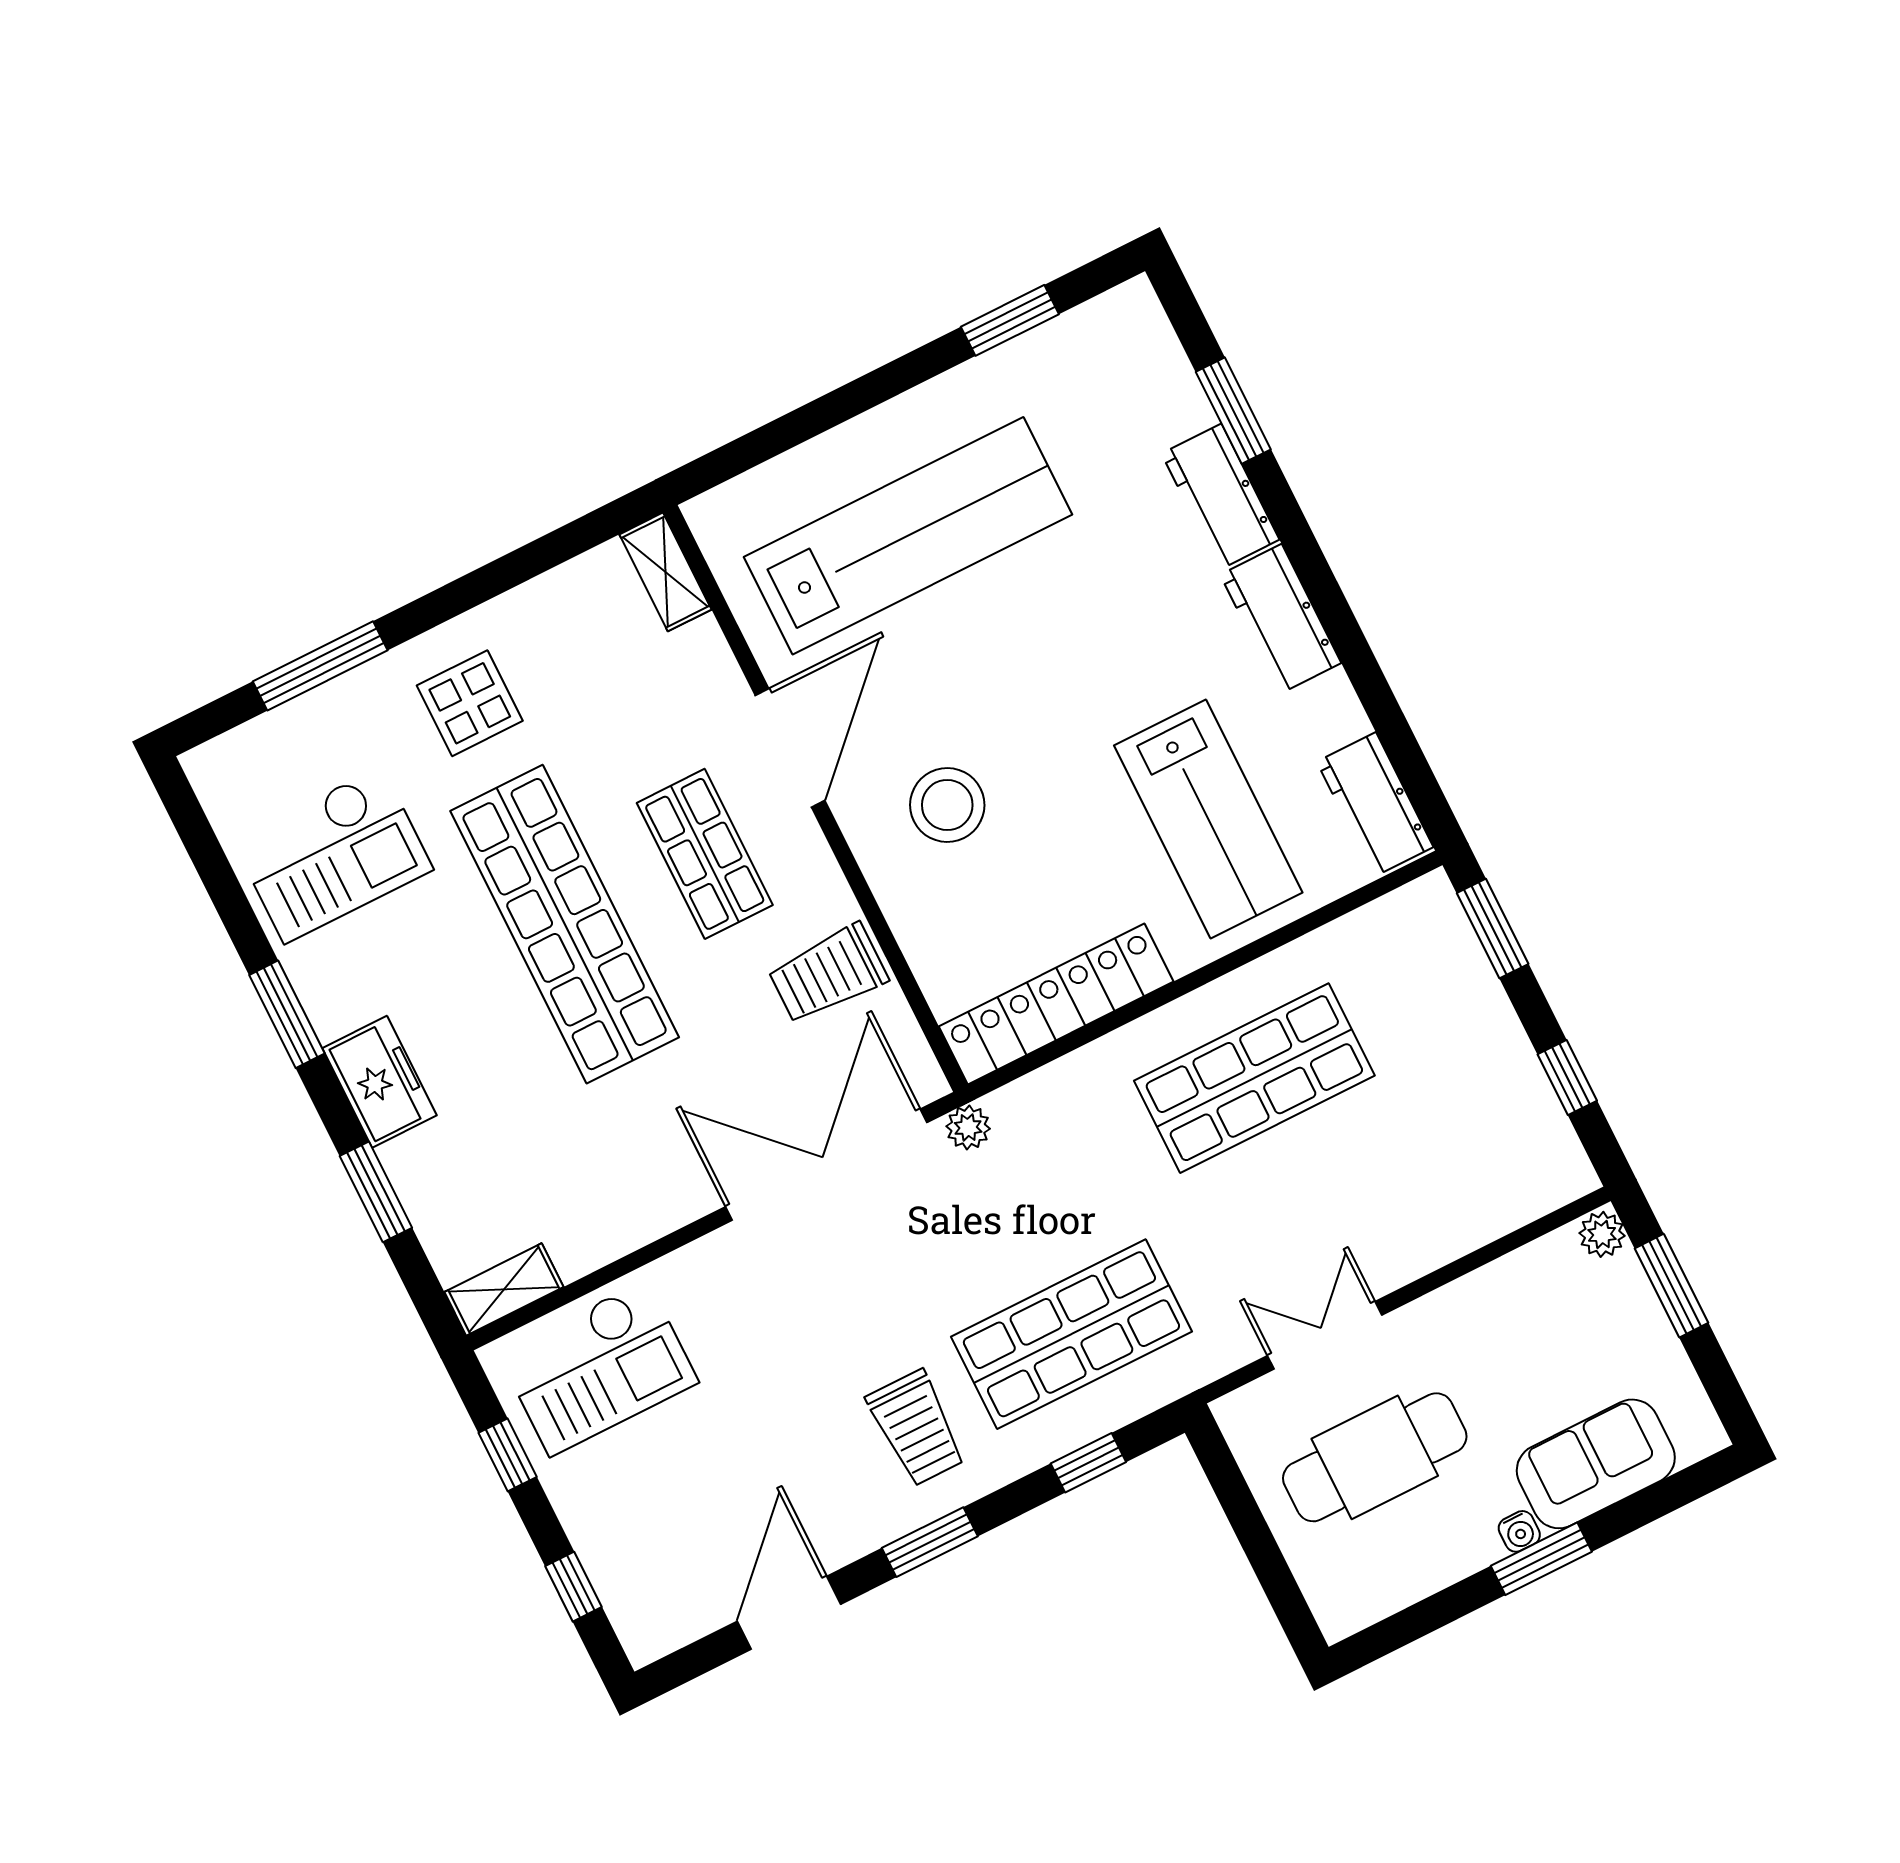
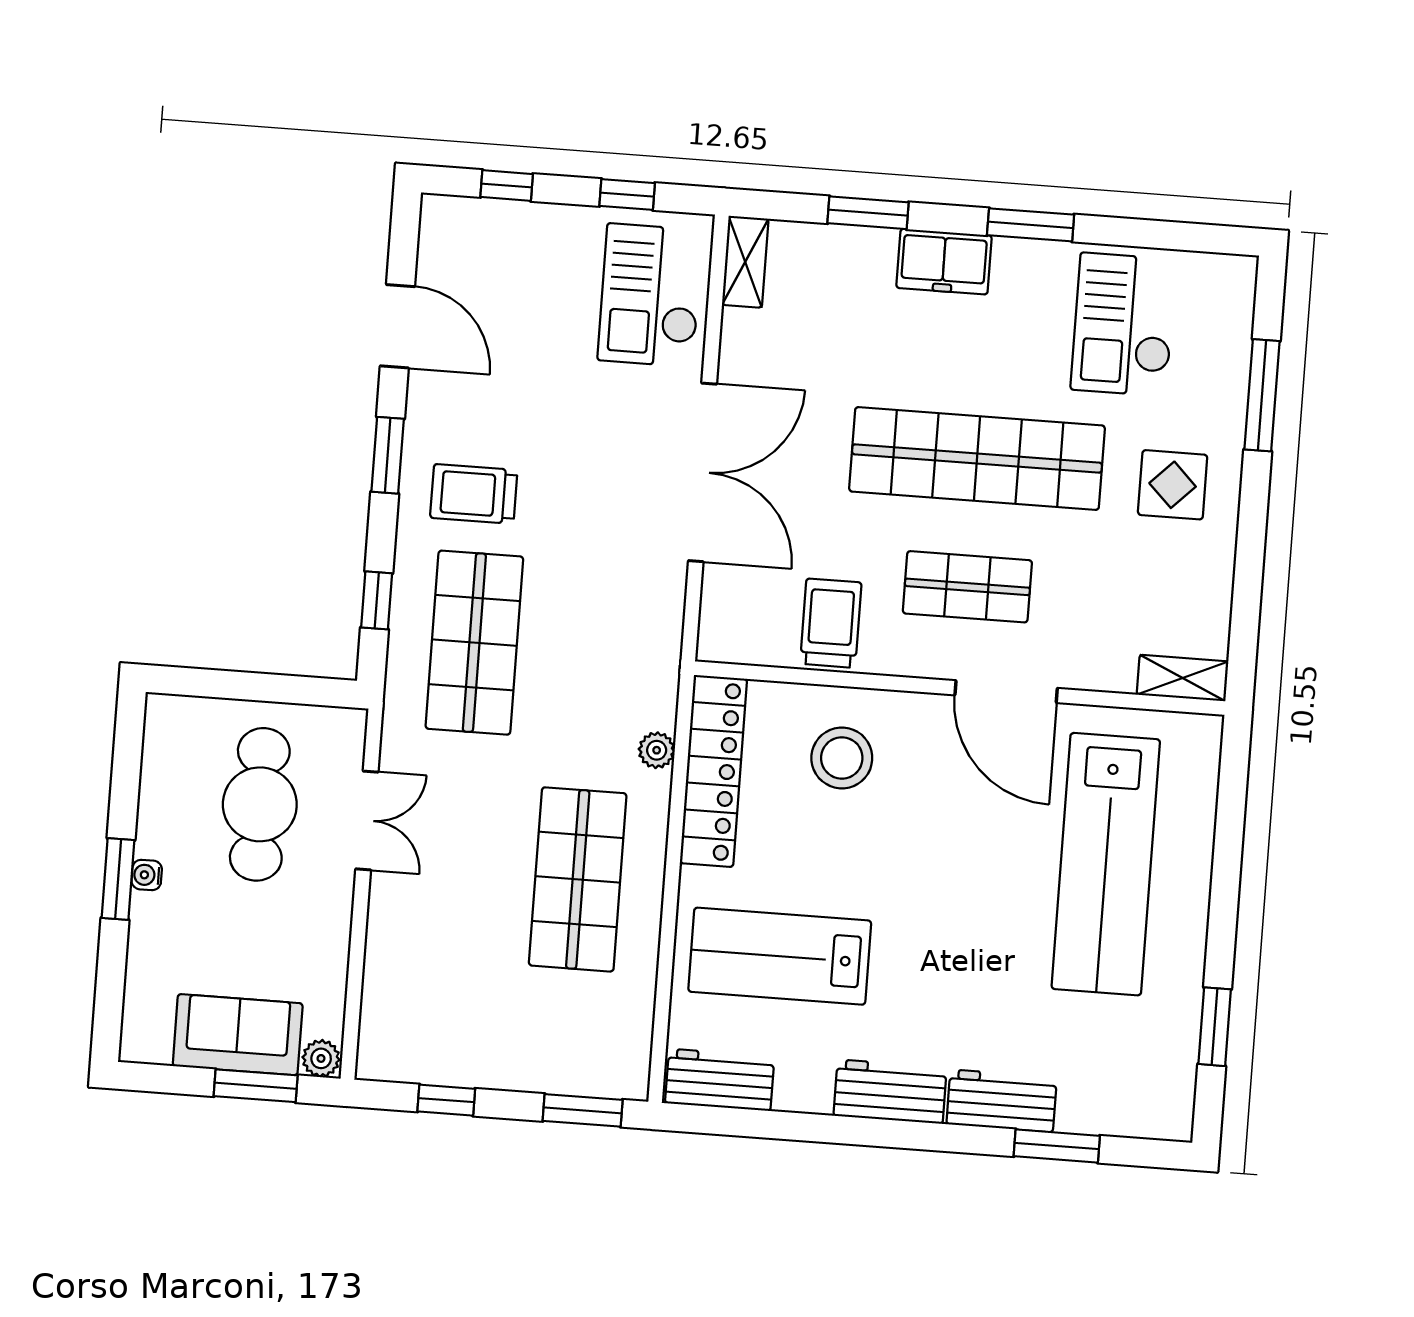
stool: (947, 805) -> (842, 758), moved
plant: (968, 1127) -> (657, 750), moved
double door: (826, 1165) -> (702, 472), moved
sofa: (1596, 1464) -> (238, 1035), moved, turned -90

